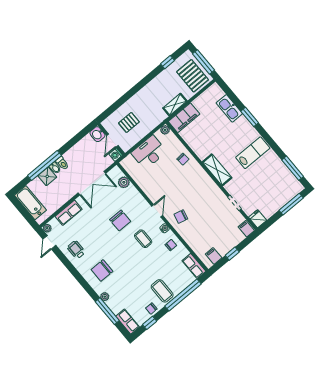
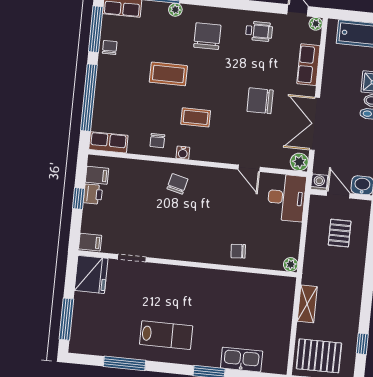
filing cabinet: (184, 118) -> (282, 299), removed
desk: (149, 152) -> (286, 198), moved
lab bench: (253, 153) -> (166, 335), turned -90
window: (293, 168) -> (124, 363), moved
shelving: (217, 170) -> (188, 276), removed
plant: (124, 182) -> (299, 162), moved
door: (157, 211) -> (249, 168), moved
fridge: (258, 219) -> (91, 274), width x1.88, depth x1.34
chair: (120, 220) -> (260, 101), moved
printer: (224, 249) -> (93, 194), added
coffee table: (162, 291) -> (168, 74), moved
window: (150, 323) -> (96, 29), width x2.17

